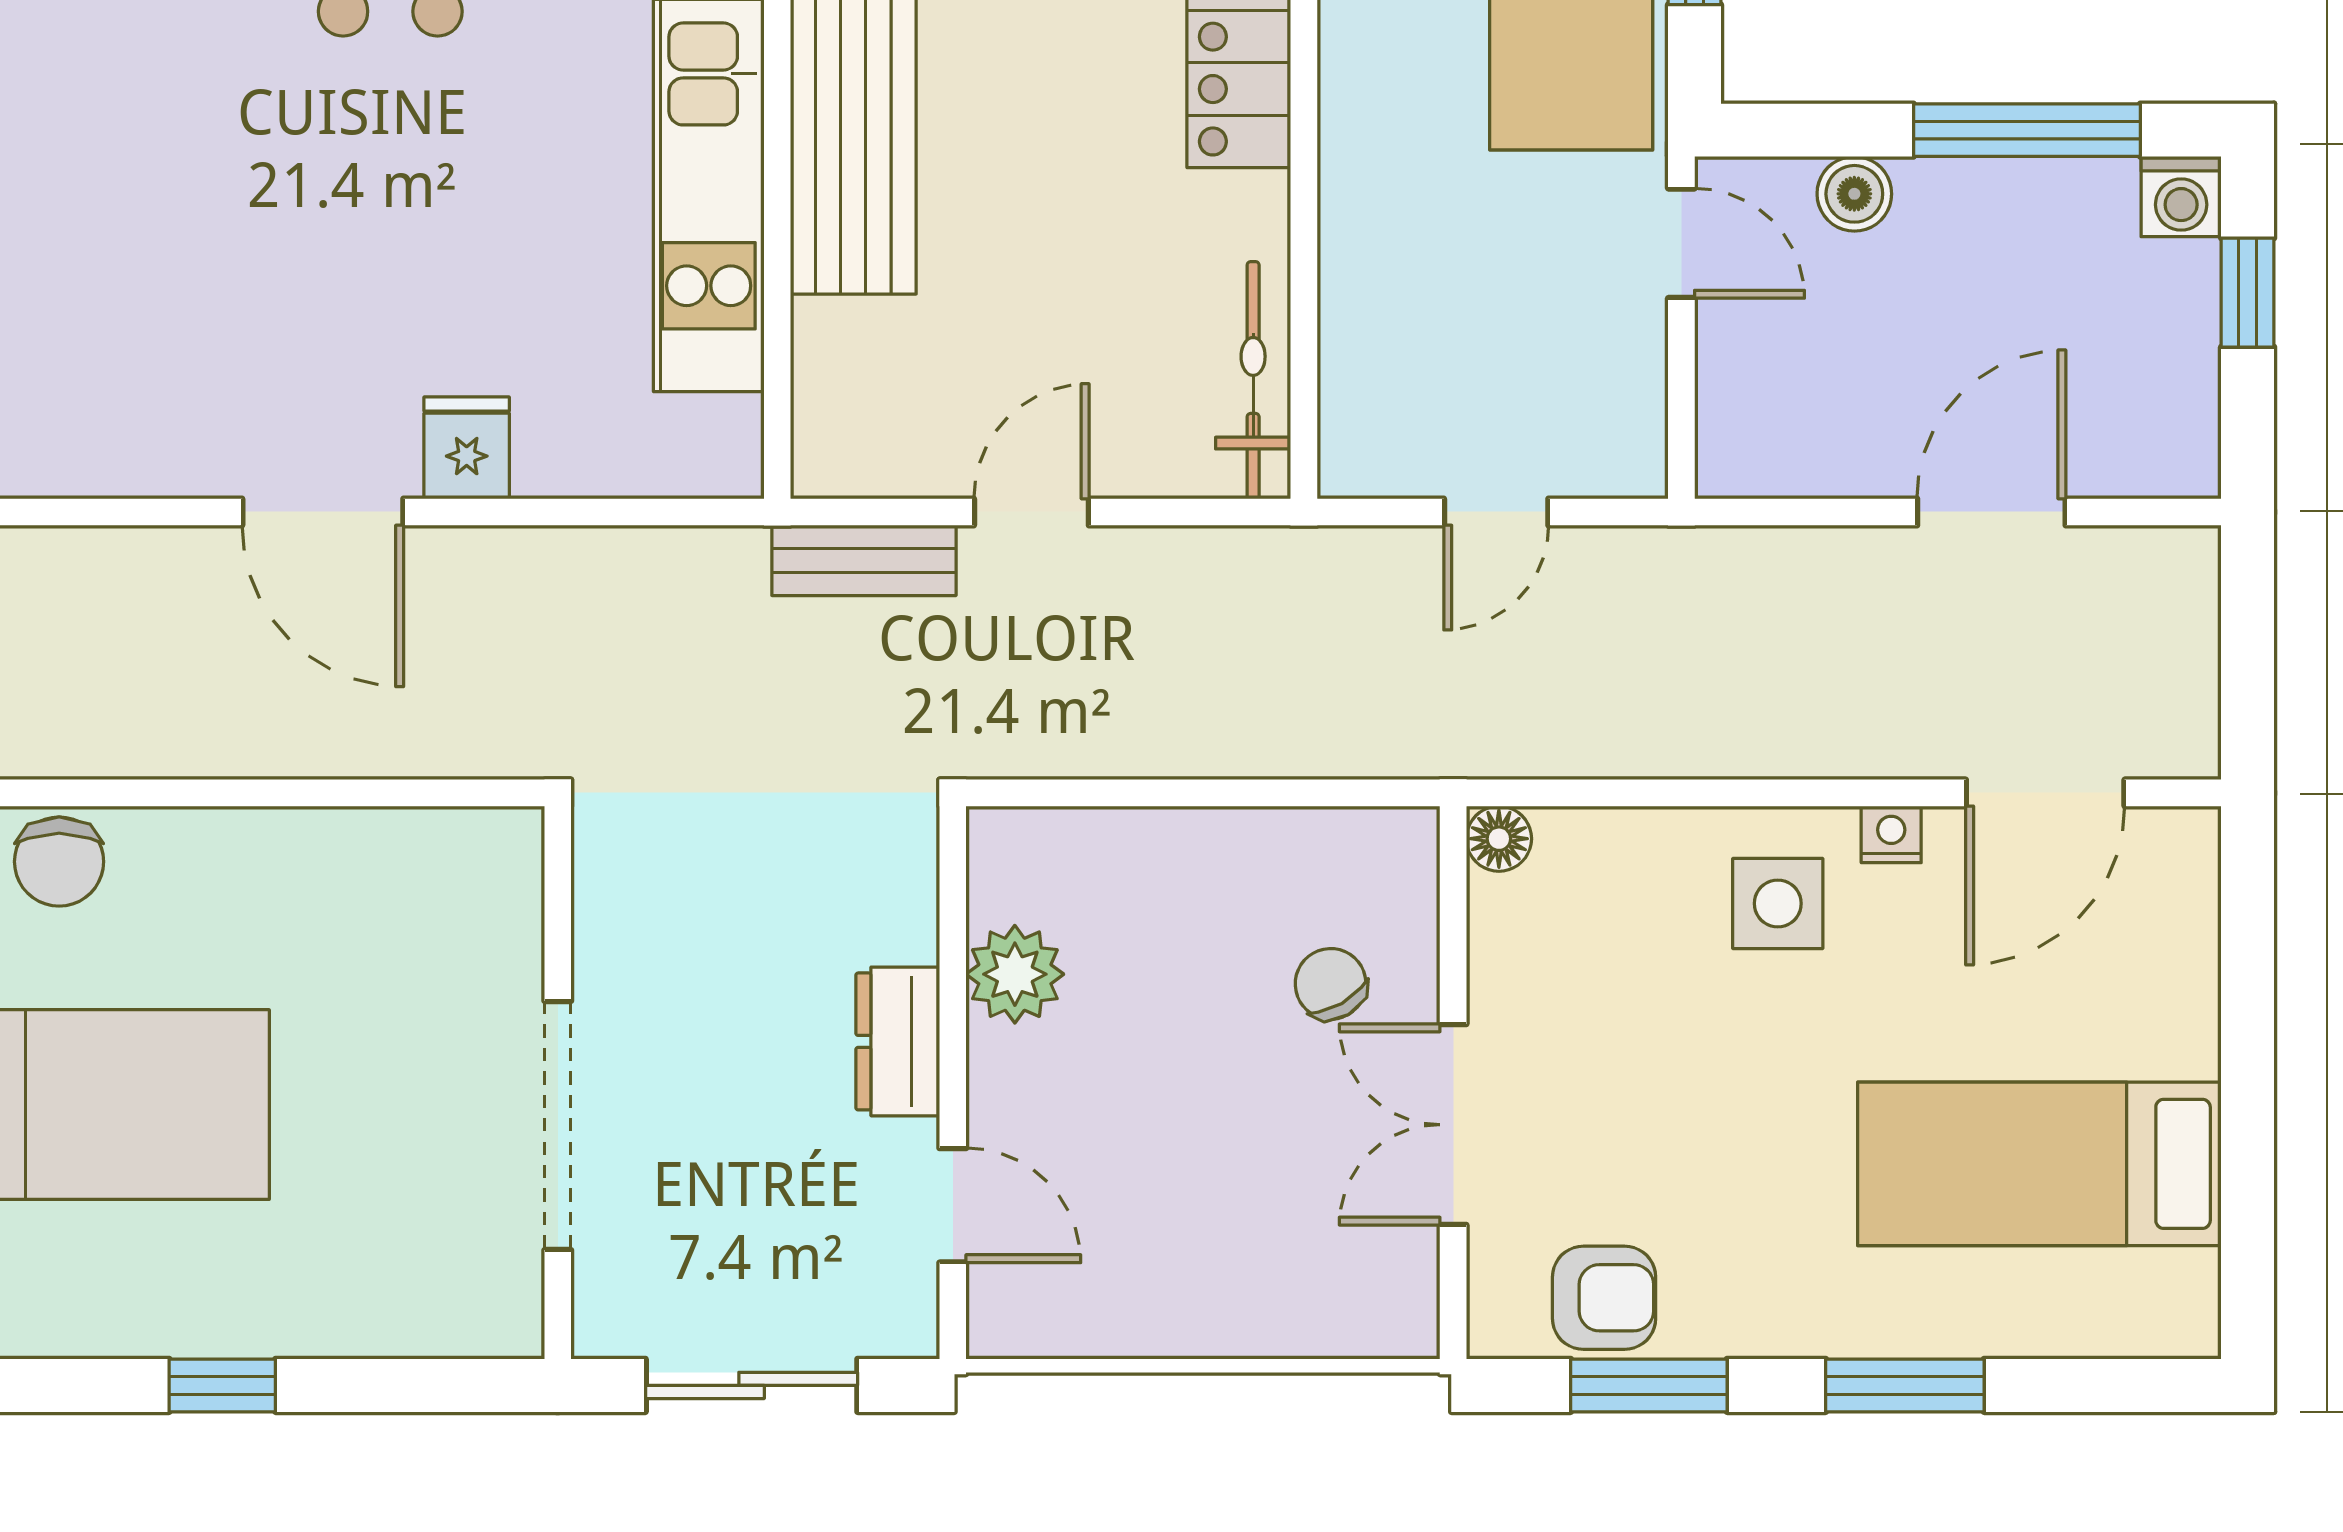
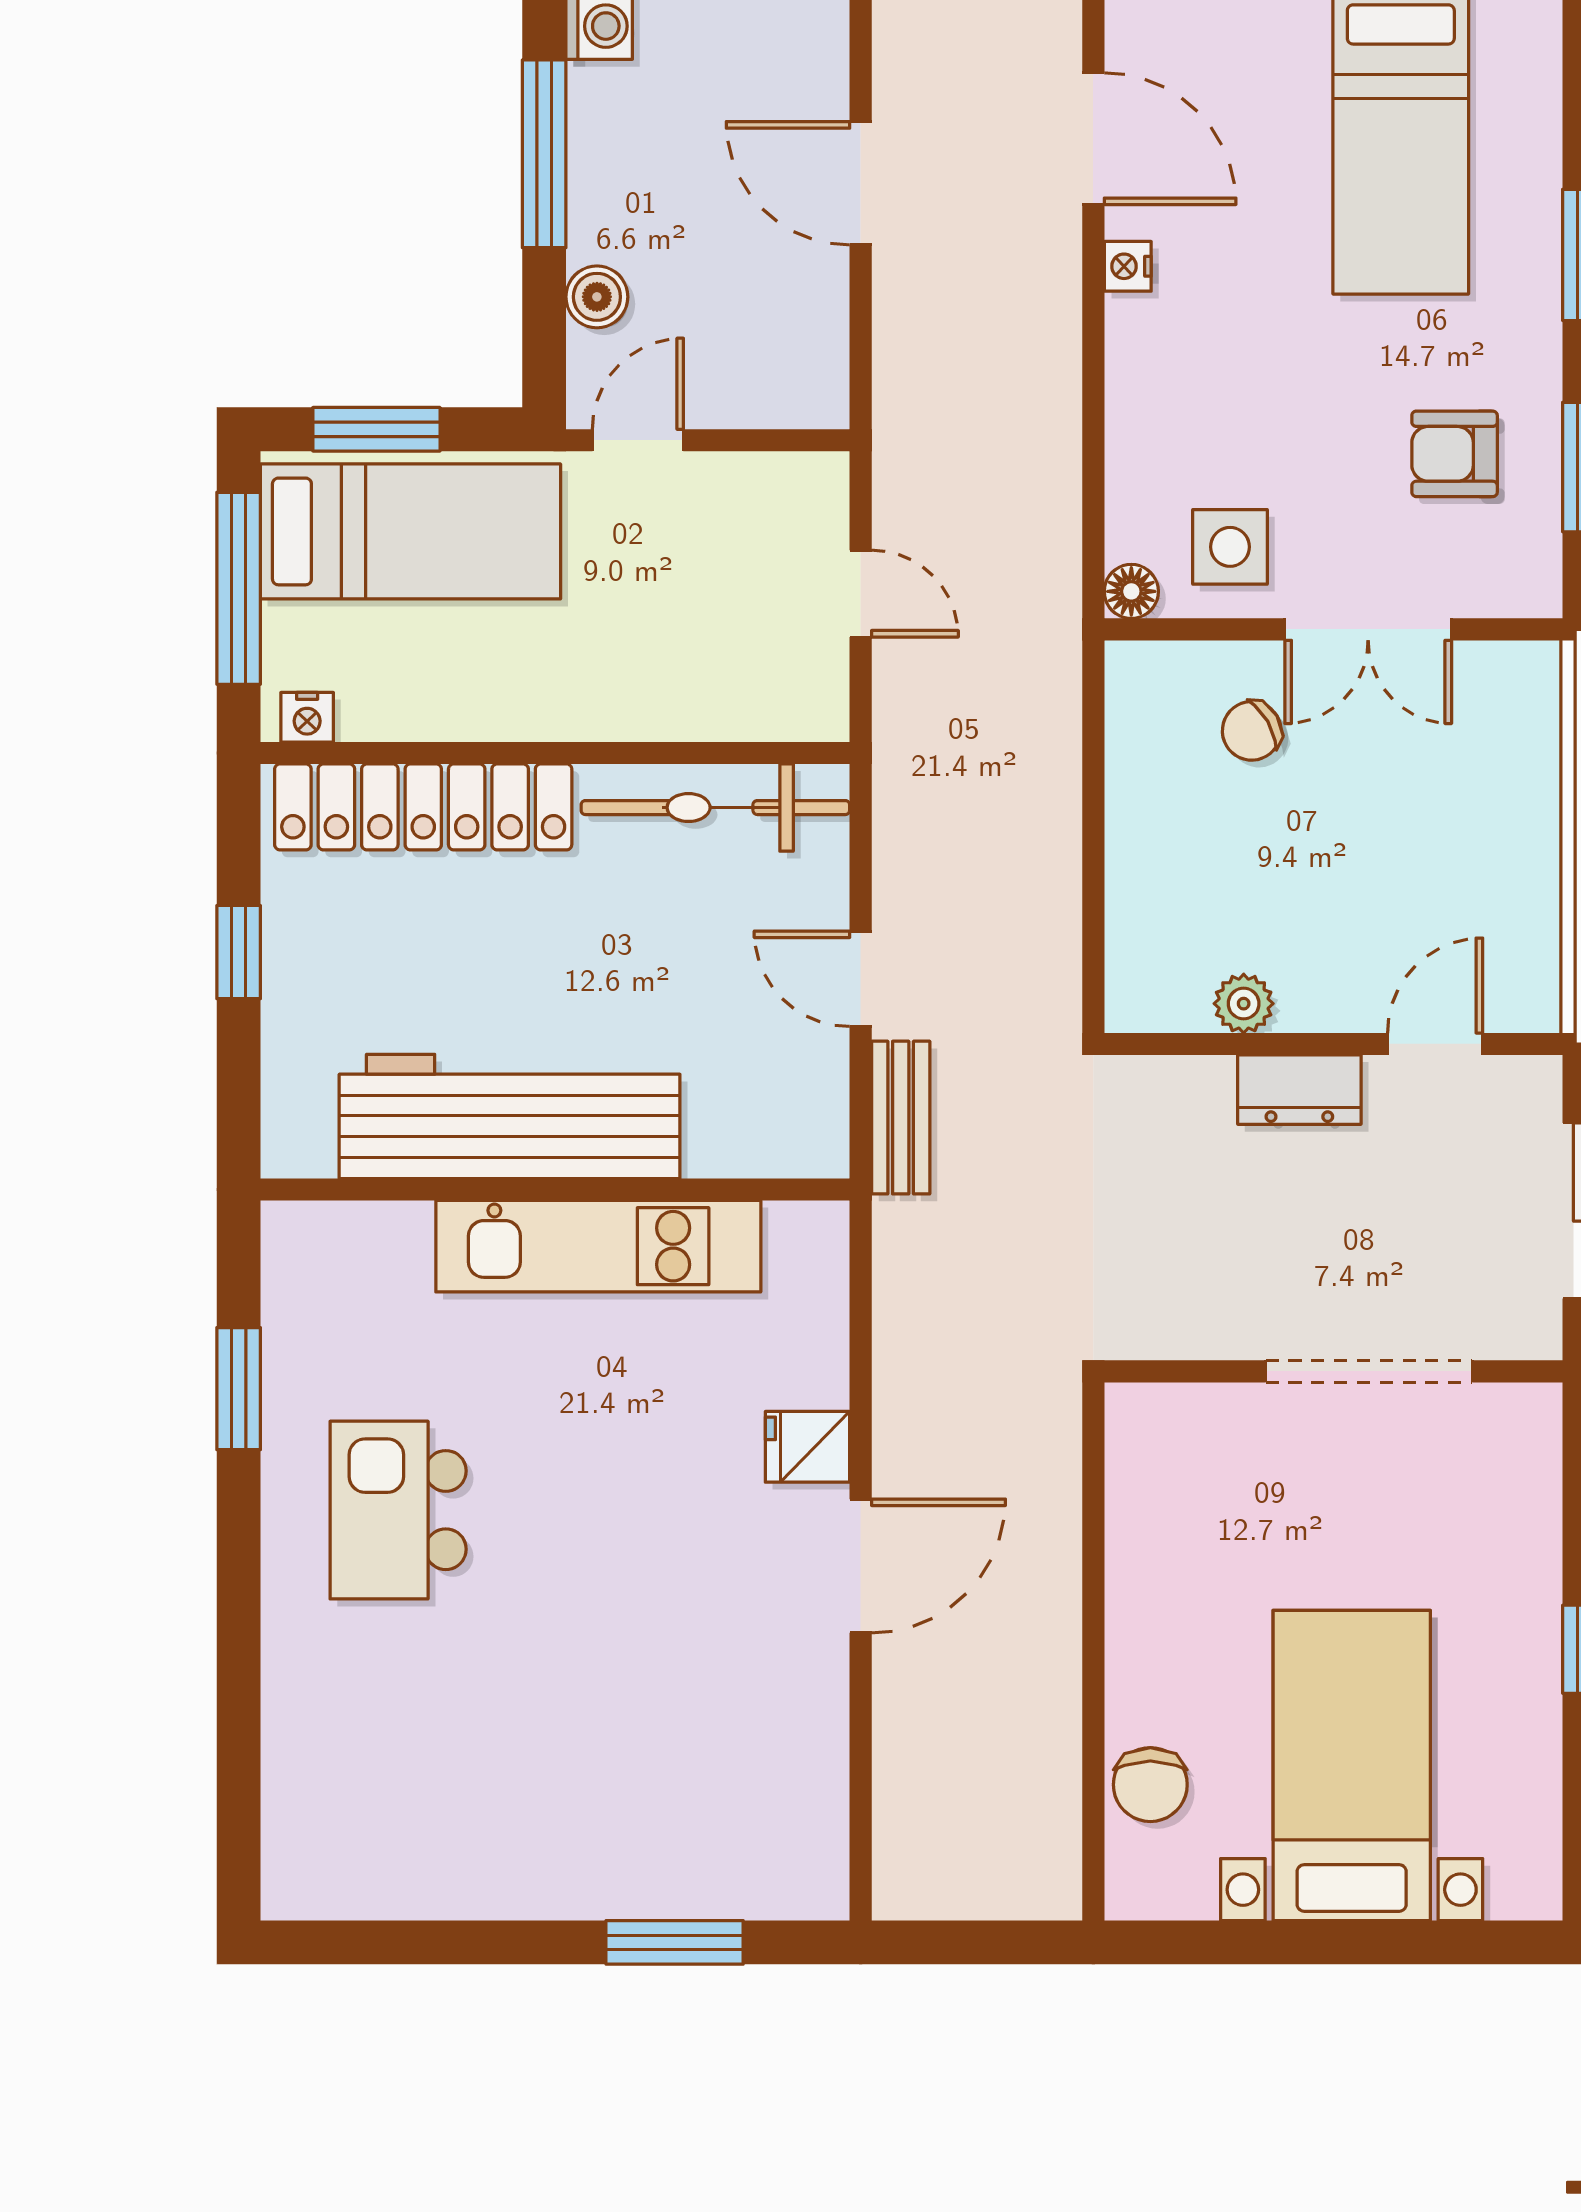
bicycle: (1253, 380) -> (715, 808), width x1.37, depth x1.40
chair: (59, 862) -> (1150, 1785), turned 90
side table: (1778, 903) -> (1230, 547), moved
plant: (1015, 974) -> (1244, 1004), width x0.73, depth x0.73
armchair: (1604, 1298) -> (1455, 454), moved, turned -90

